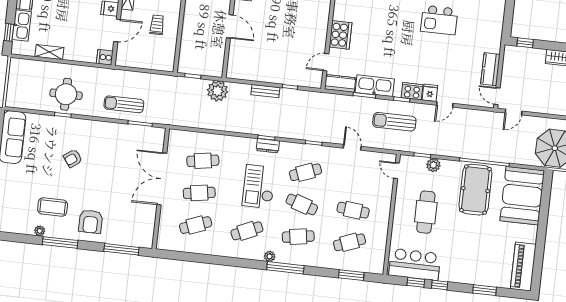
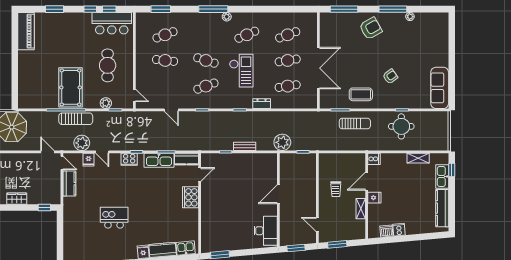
door: (230, 26) -> (278, 194), hinge flipped
fridge: (430, 93) -> (88, 160), moved
door: (445, 104) -> (102, 152), swing flipped
door: (514, 112) -> (47, 152), hinge flipped
plant: (469, 118) -> (82, 143), added
sun lounger: (394, 122) -> (76, 119), moved
dresser: (268, 146) -> (262, 104), moved
booth: (522, 196) -> (33, 87), removed
coffee table: (53, 207) -> (361, 94), moved
armchair: (91, 222) -> (371, 28), turned 61
cafe table: (298, 237) -> (206, 35), removed

